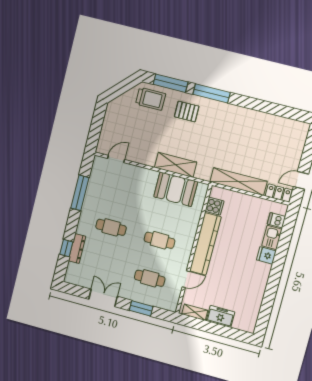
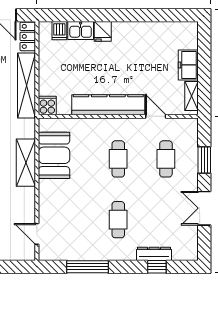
cooker: (214, 206) -> (47, 106), moved

